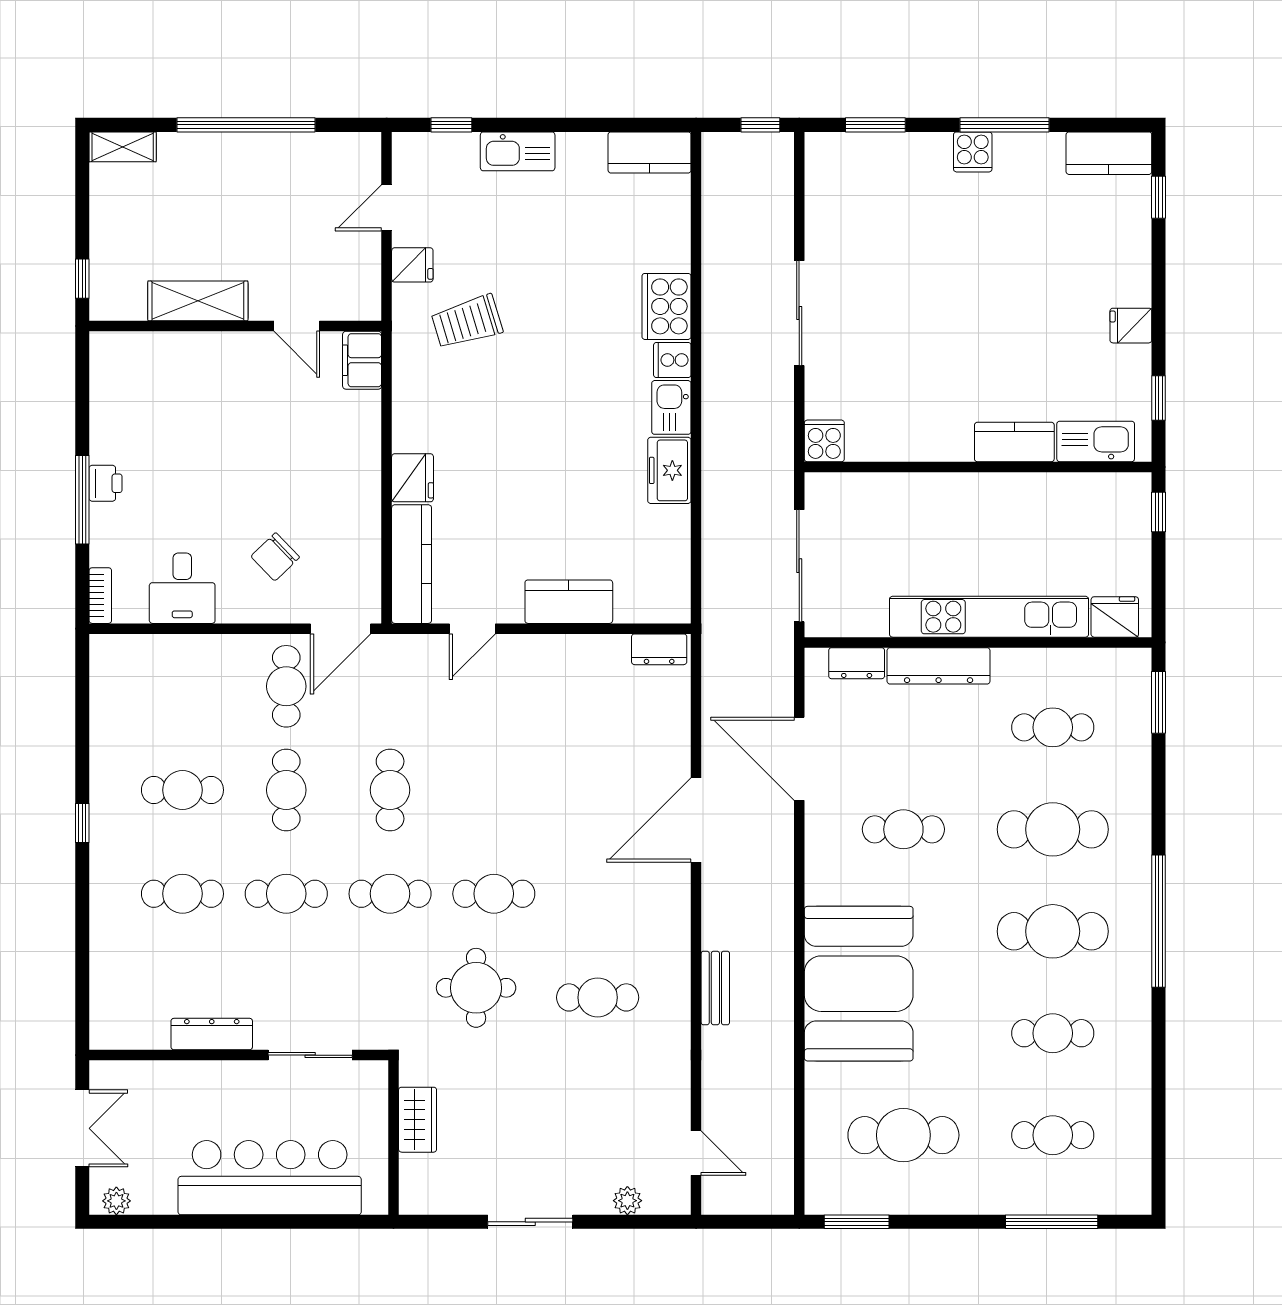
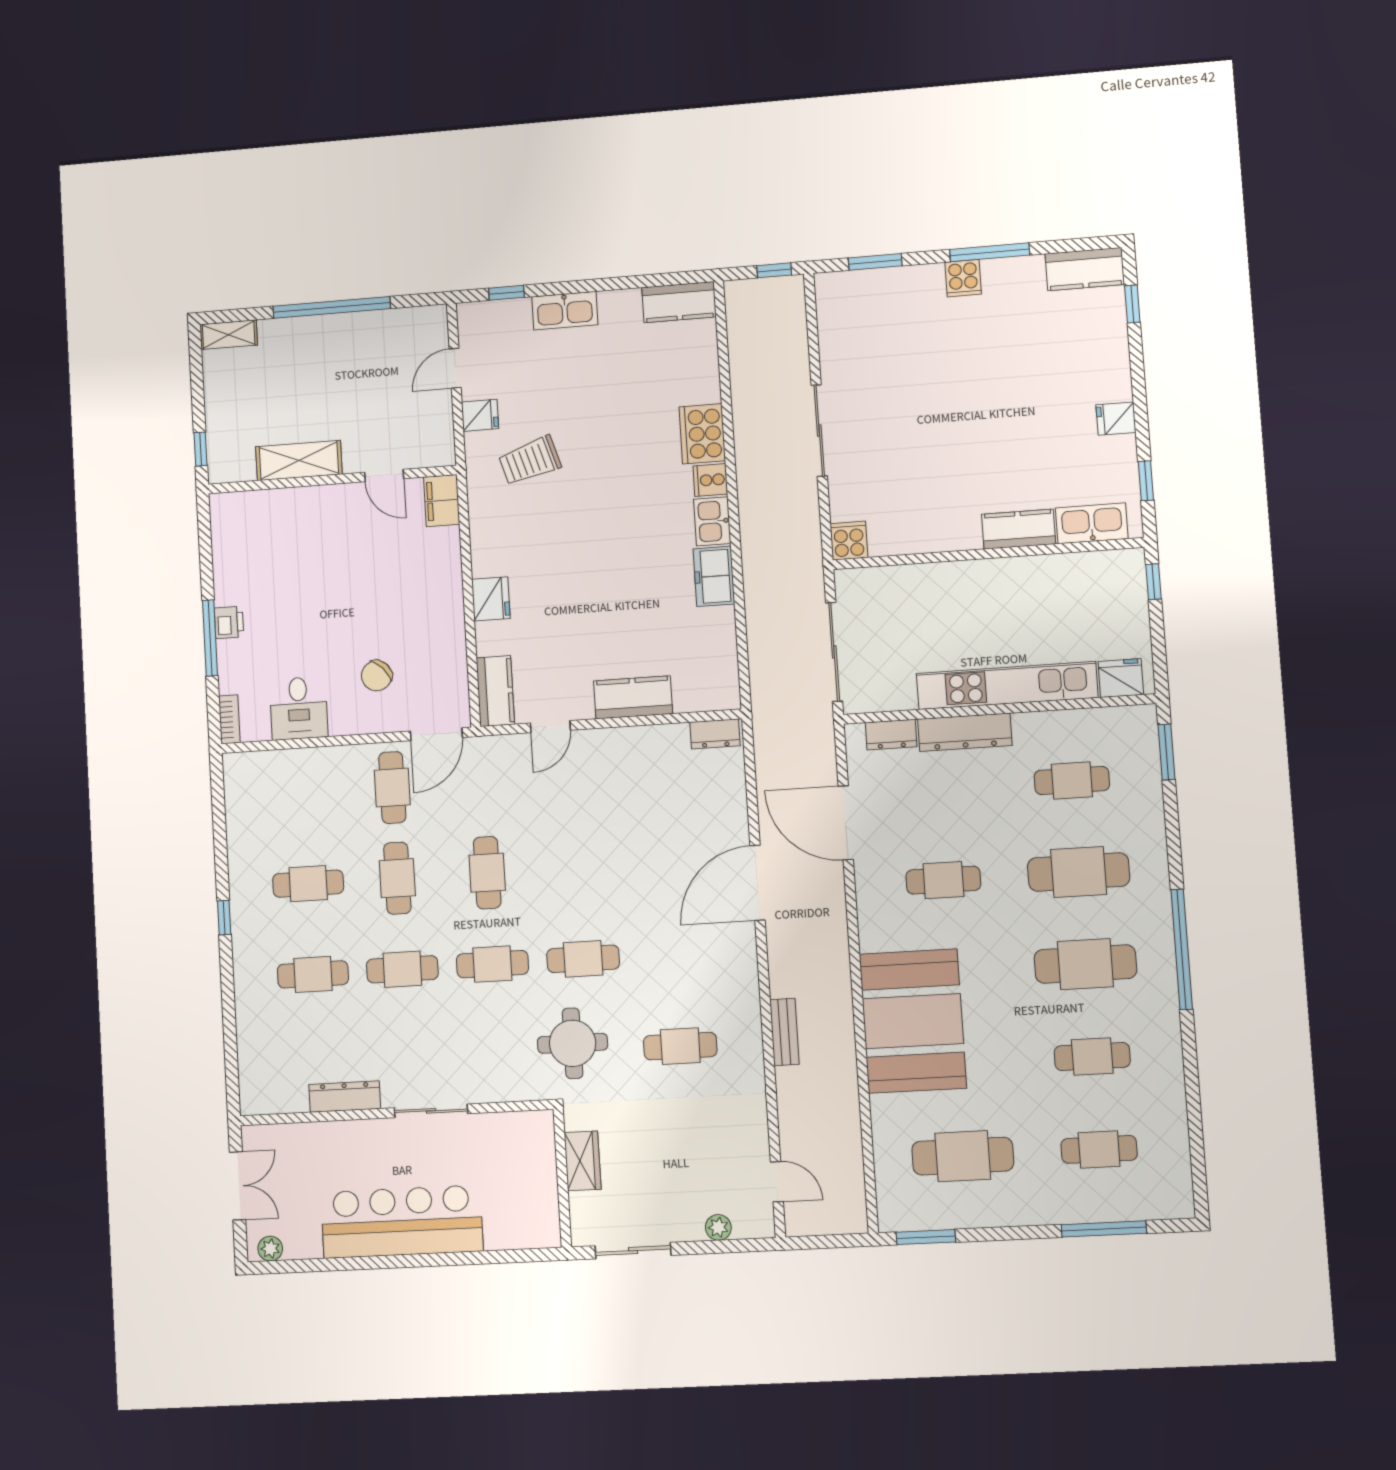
kitchen counter: (412, 564) -> (495, 691), width x0.67
wardrobe: (418, 1120) -> (583, 1161), moved
wall: (393, 1138) -> (562, 1178), moved

